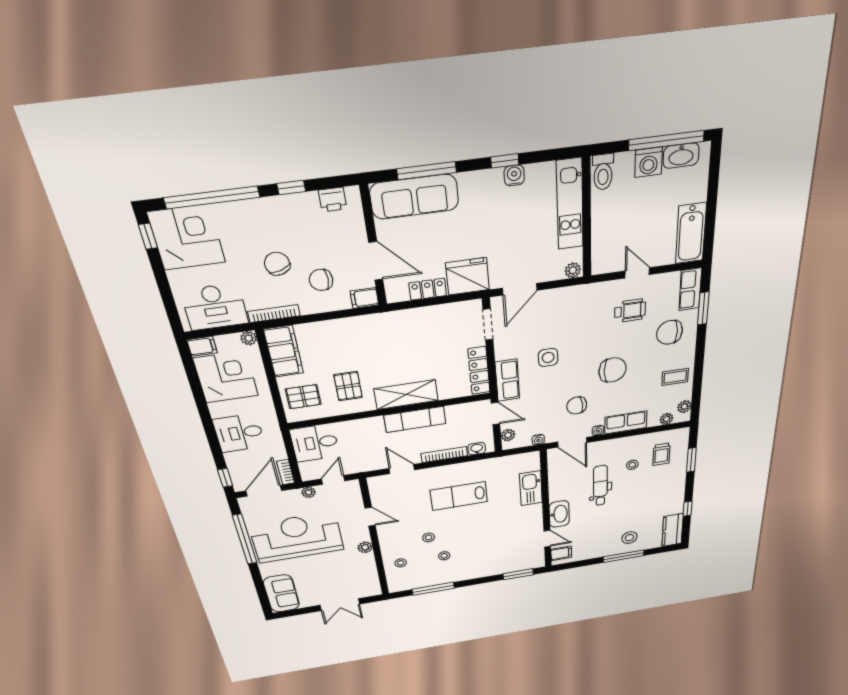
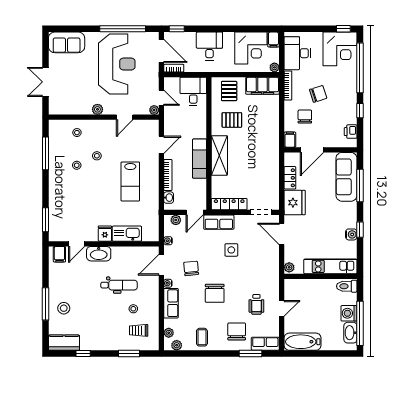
plant: (309, 492) -> (154, 110), moved
lab bench: (459, 496) -> (130, 181), turned 180
fridge: (532, 512) -> (105, 234), added

